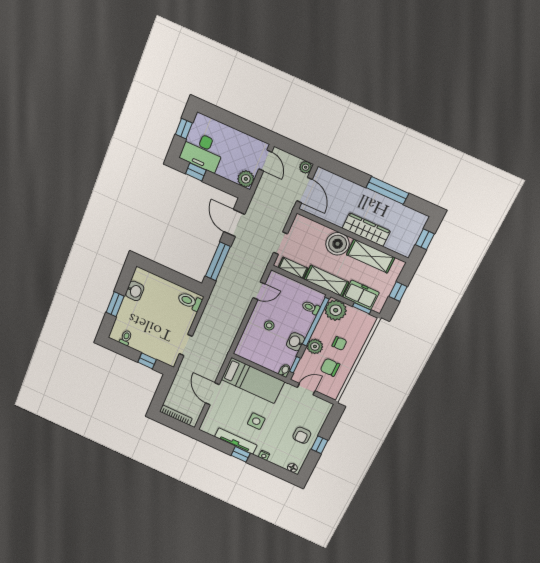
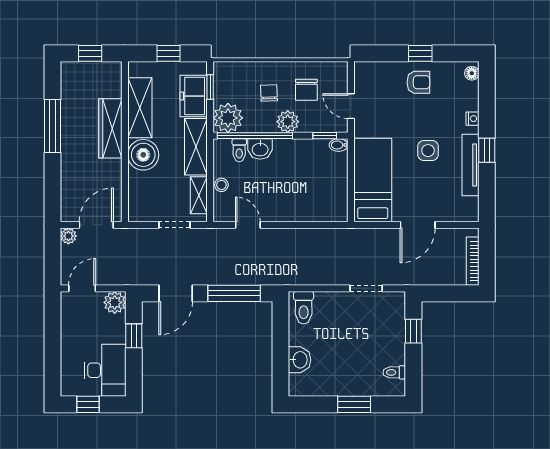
window: (196, 172) -> (134, 336), moved
washbasin: (135, 291) -> (300, 360), moved, turned 90
stool: (269, 325) -> (221, 185), moved
washbasin: (295, 342) -> (260, 149), moved

